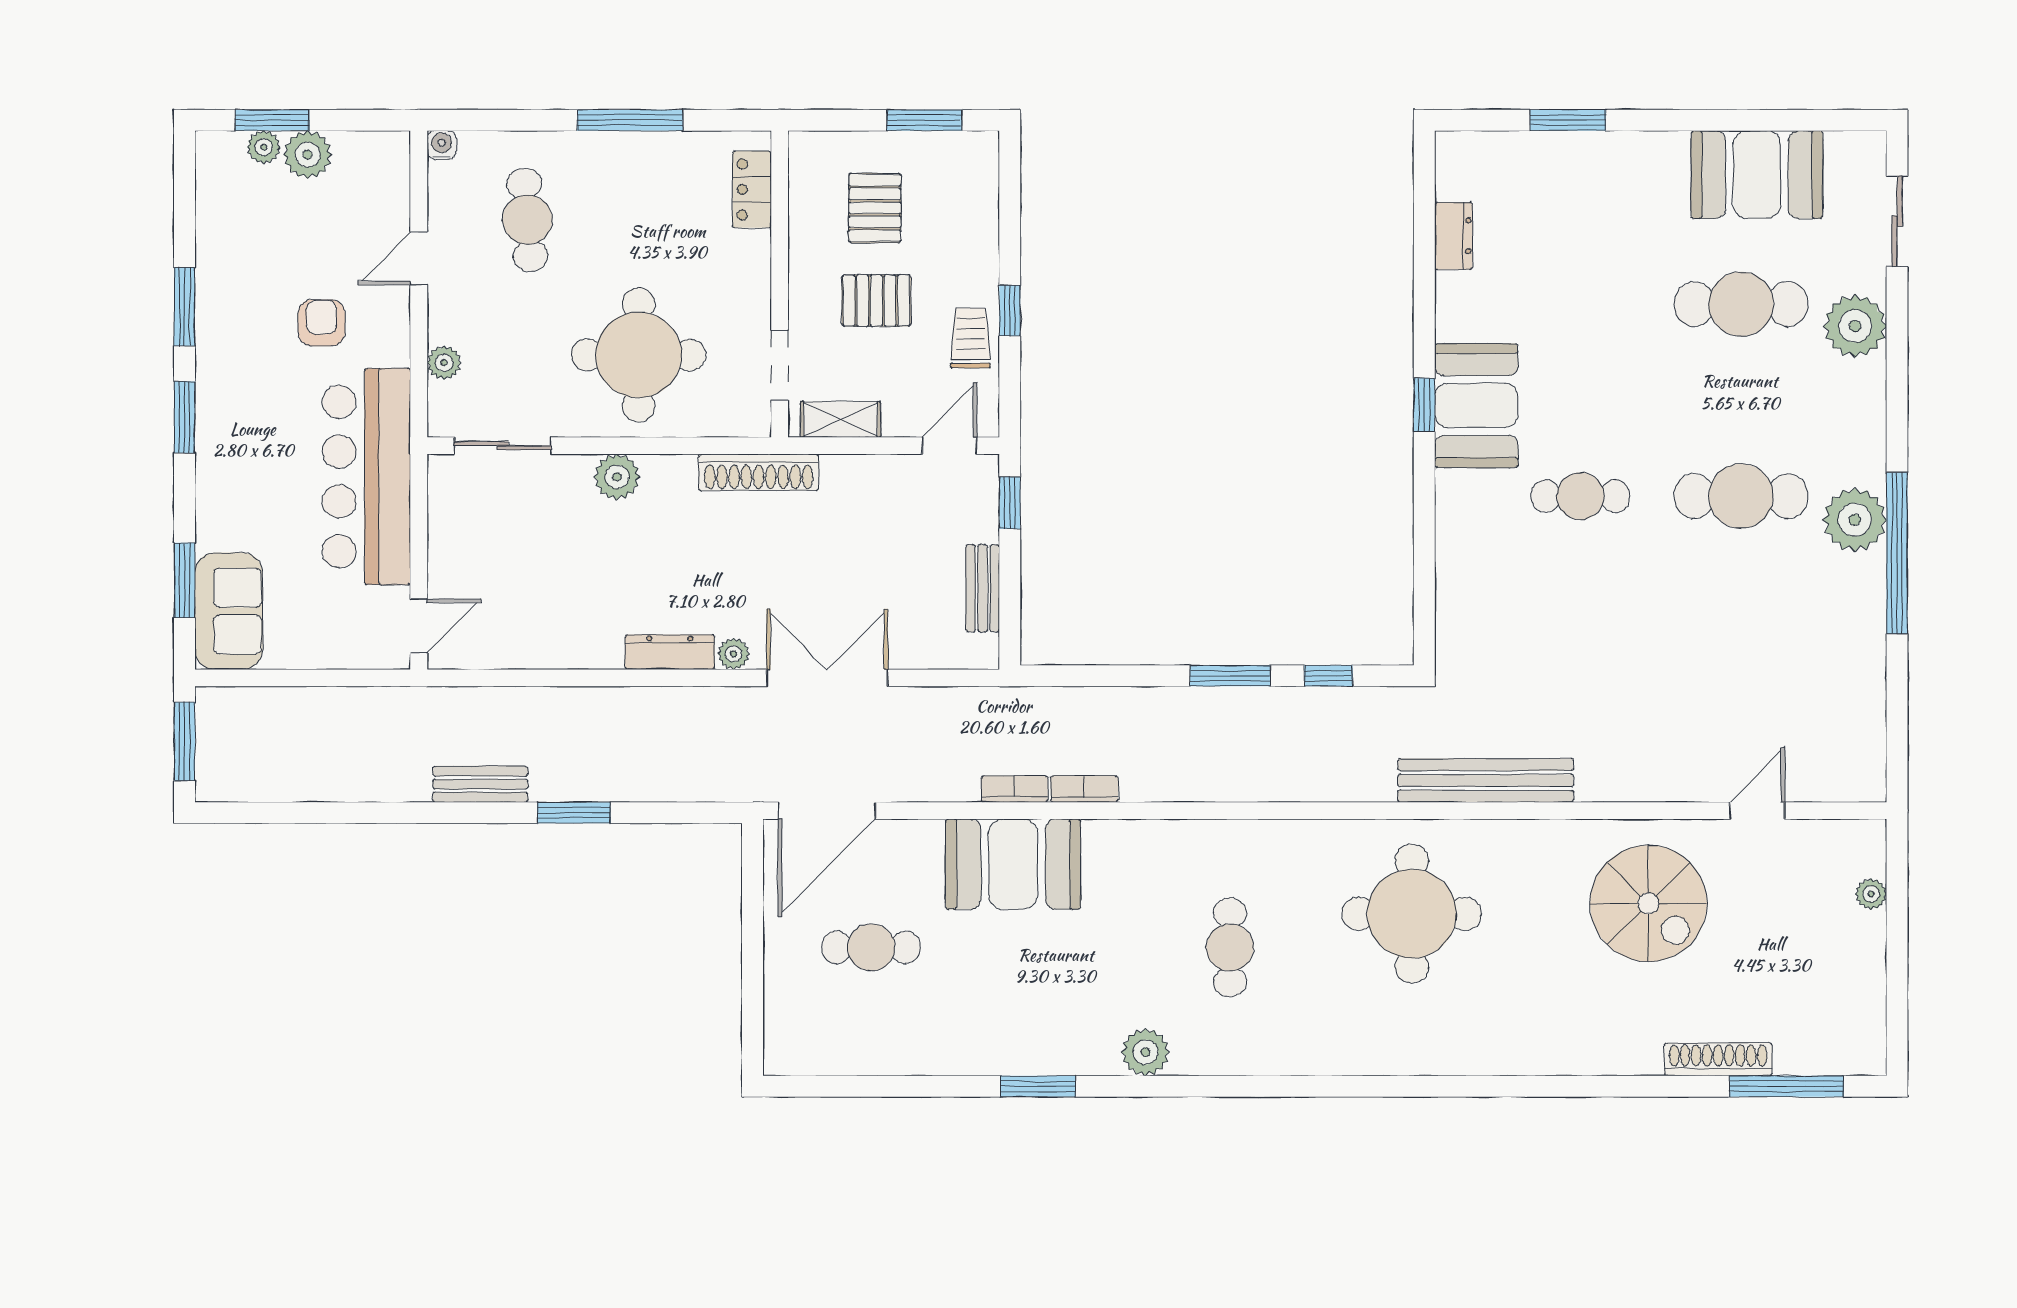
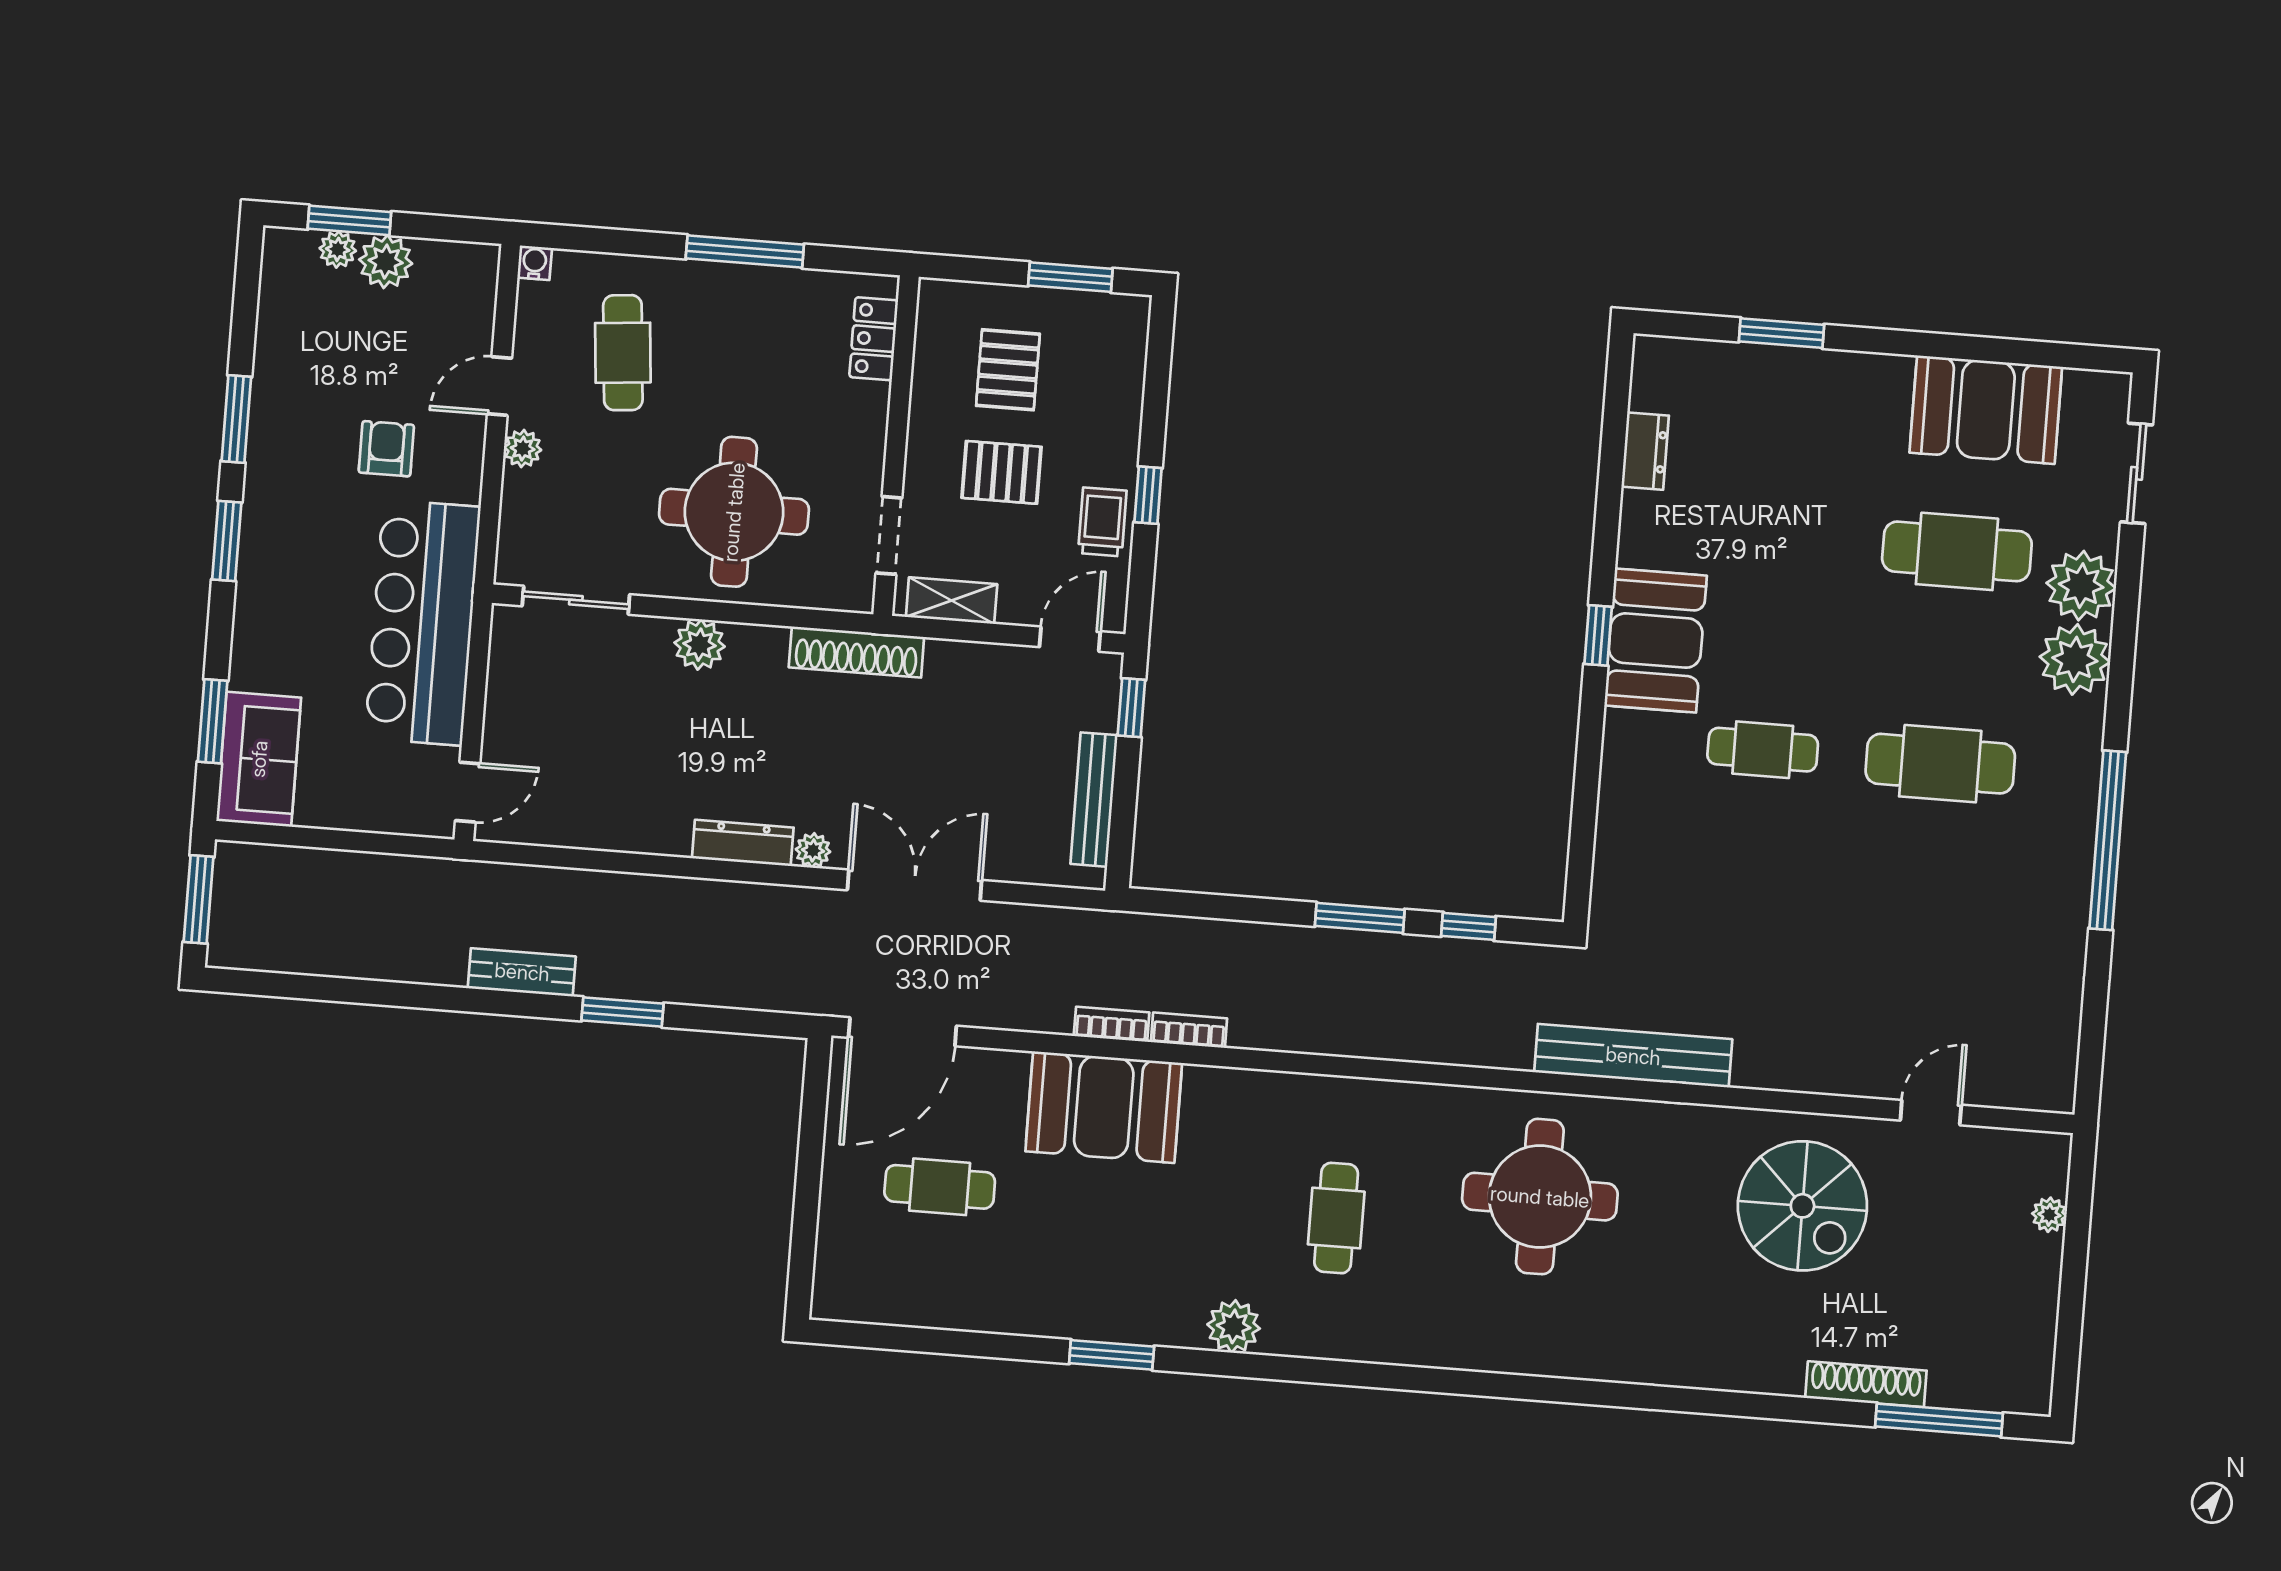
plant: (444, 363) -> (523, 449), moved
plant: (1855, 520) -> (2075, 659), moved
bench: (983, 588) -> (1094, 800), width x1.36

